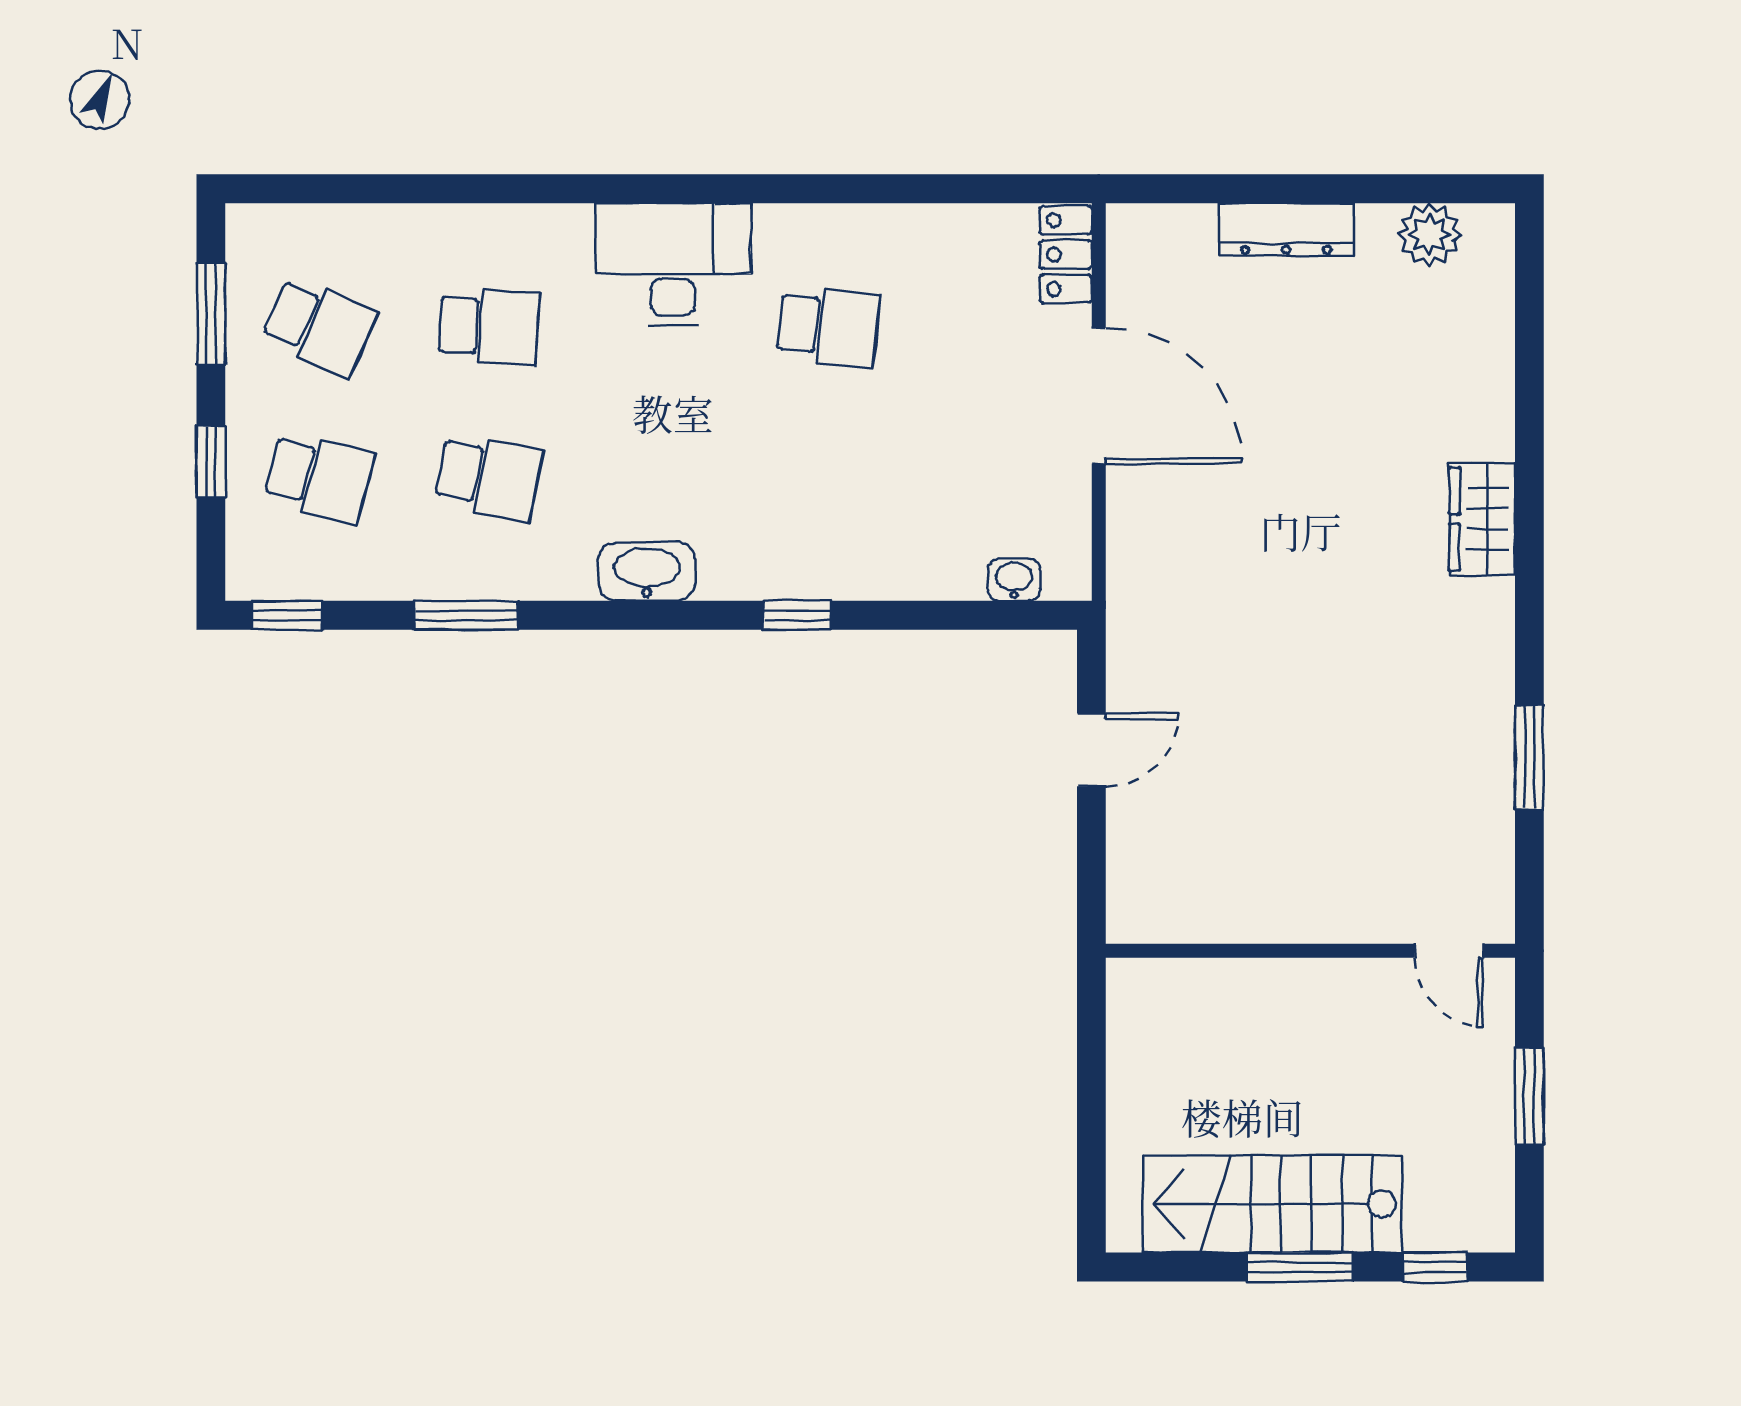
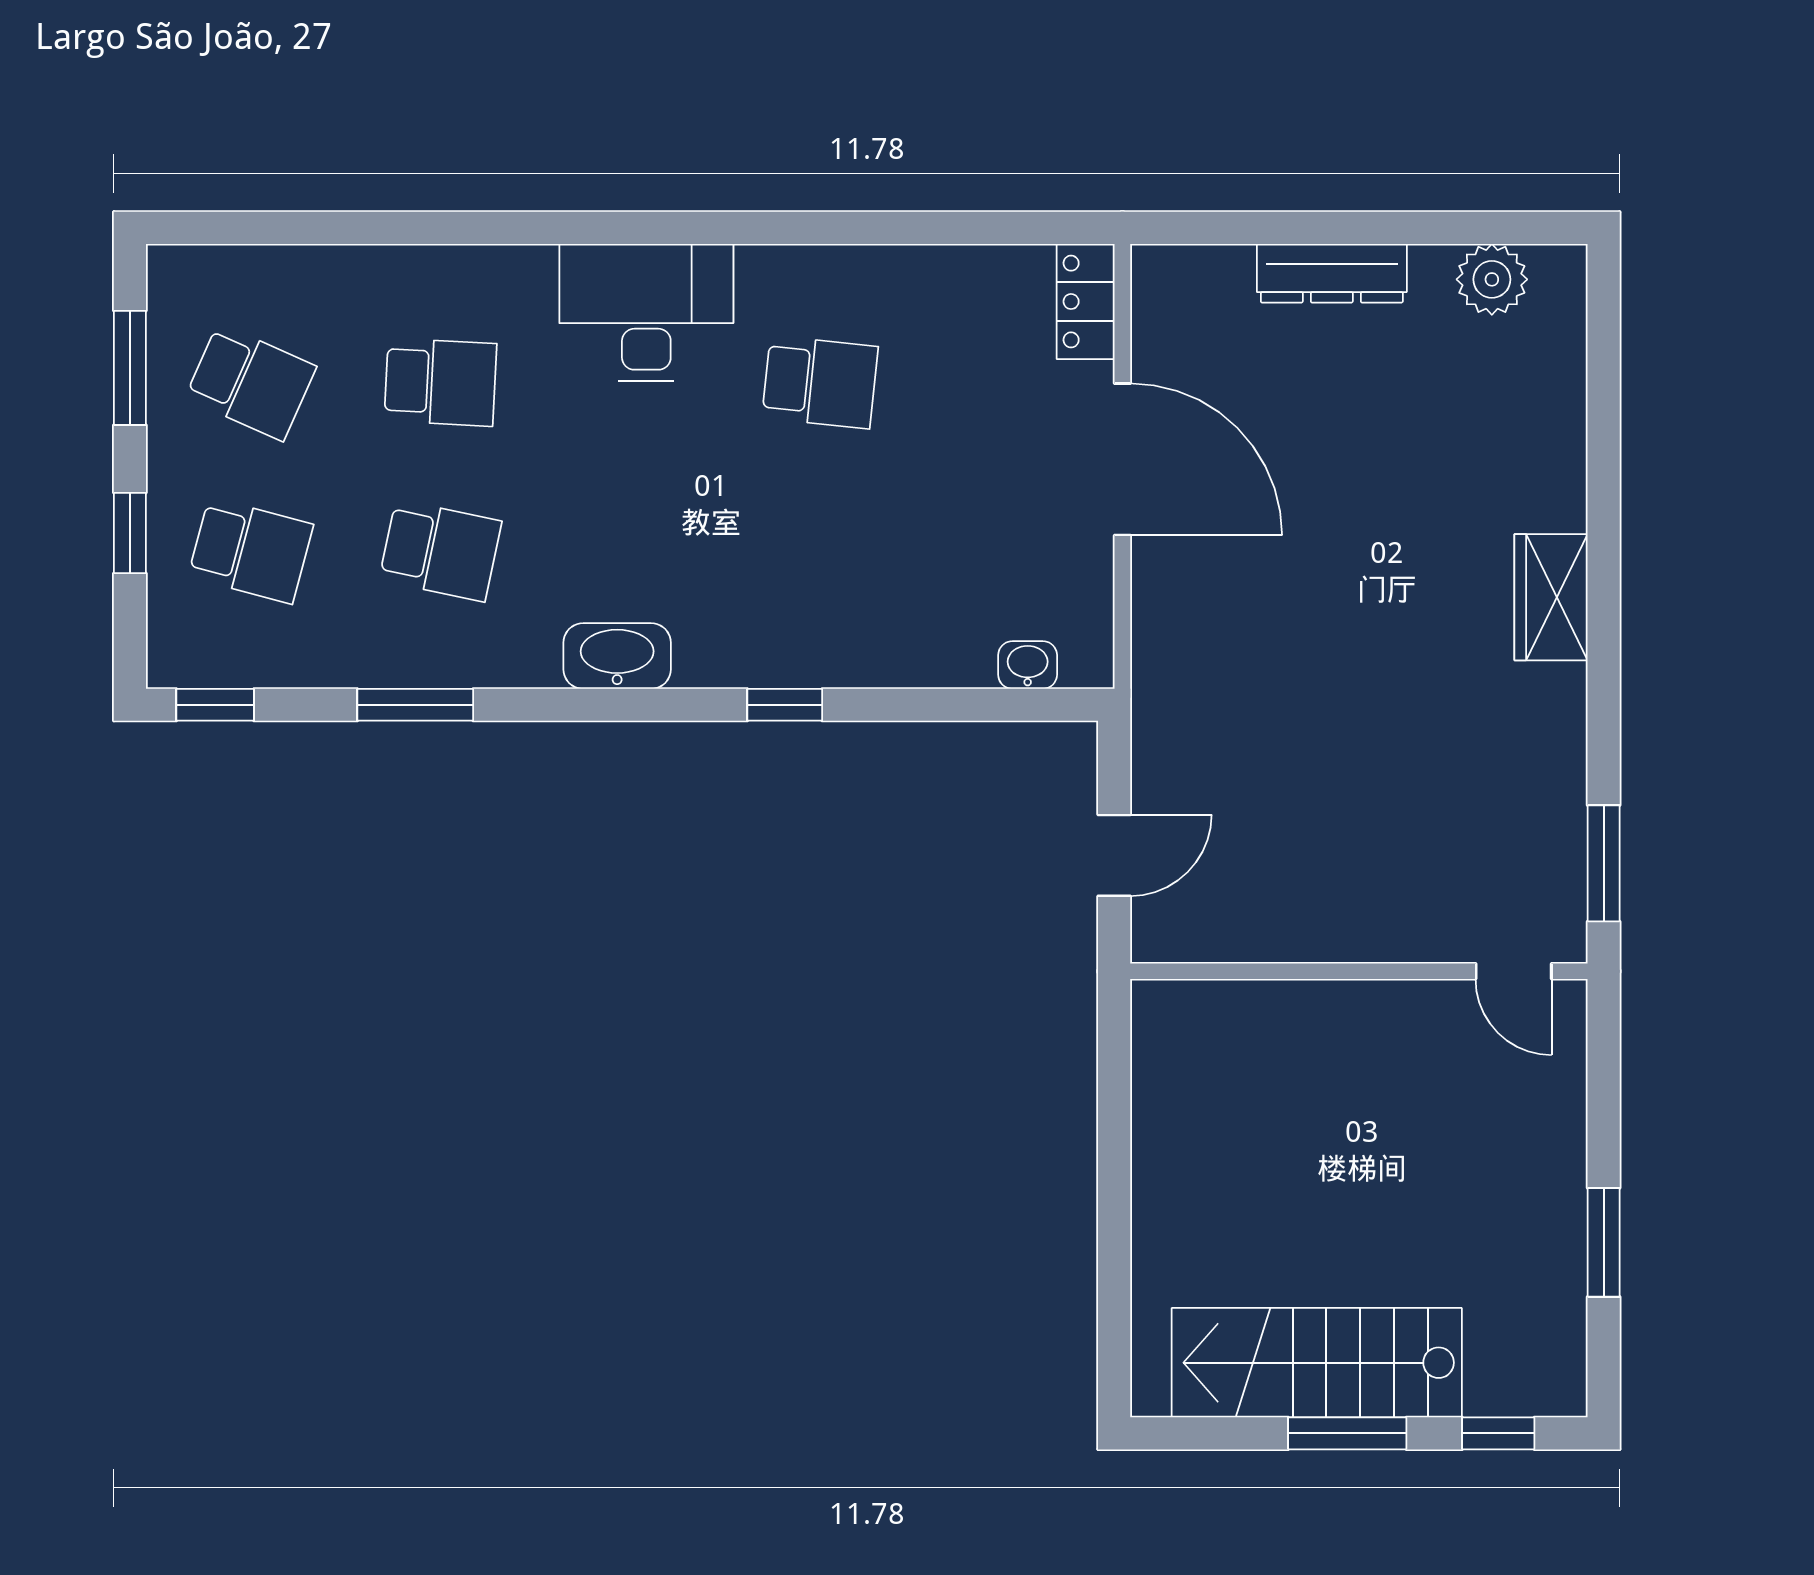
wall: (1310, 951) -> (1359, 971), moved
door: (1449, 951) -> (1514, 971), moved

